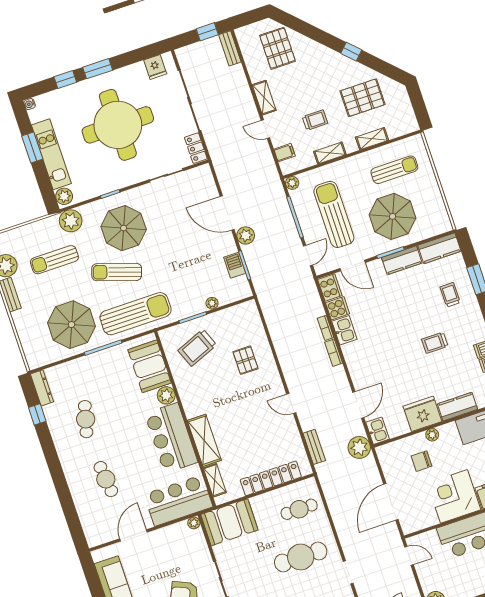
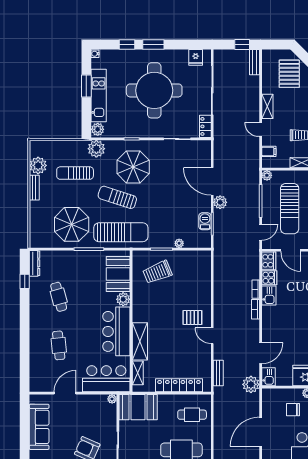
sun lounger: (334, 214) -> (290, 209), turned 180
pallet: (246, 360) -> (192, 318), moved, turned 90
cafe table: (86, 419) -> (59, 297), turned -30

